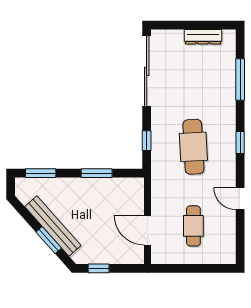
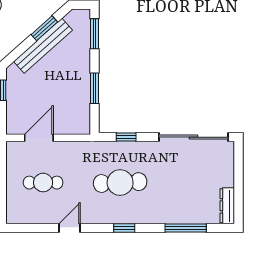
dresser: (203, 37) -> (227, 206), moved
window: (49, 240) -> (44, 28), moved

